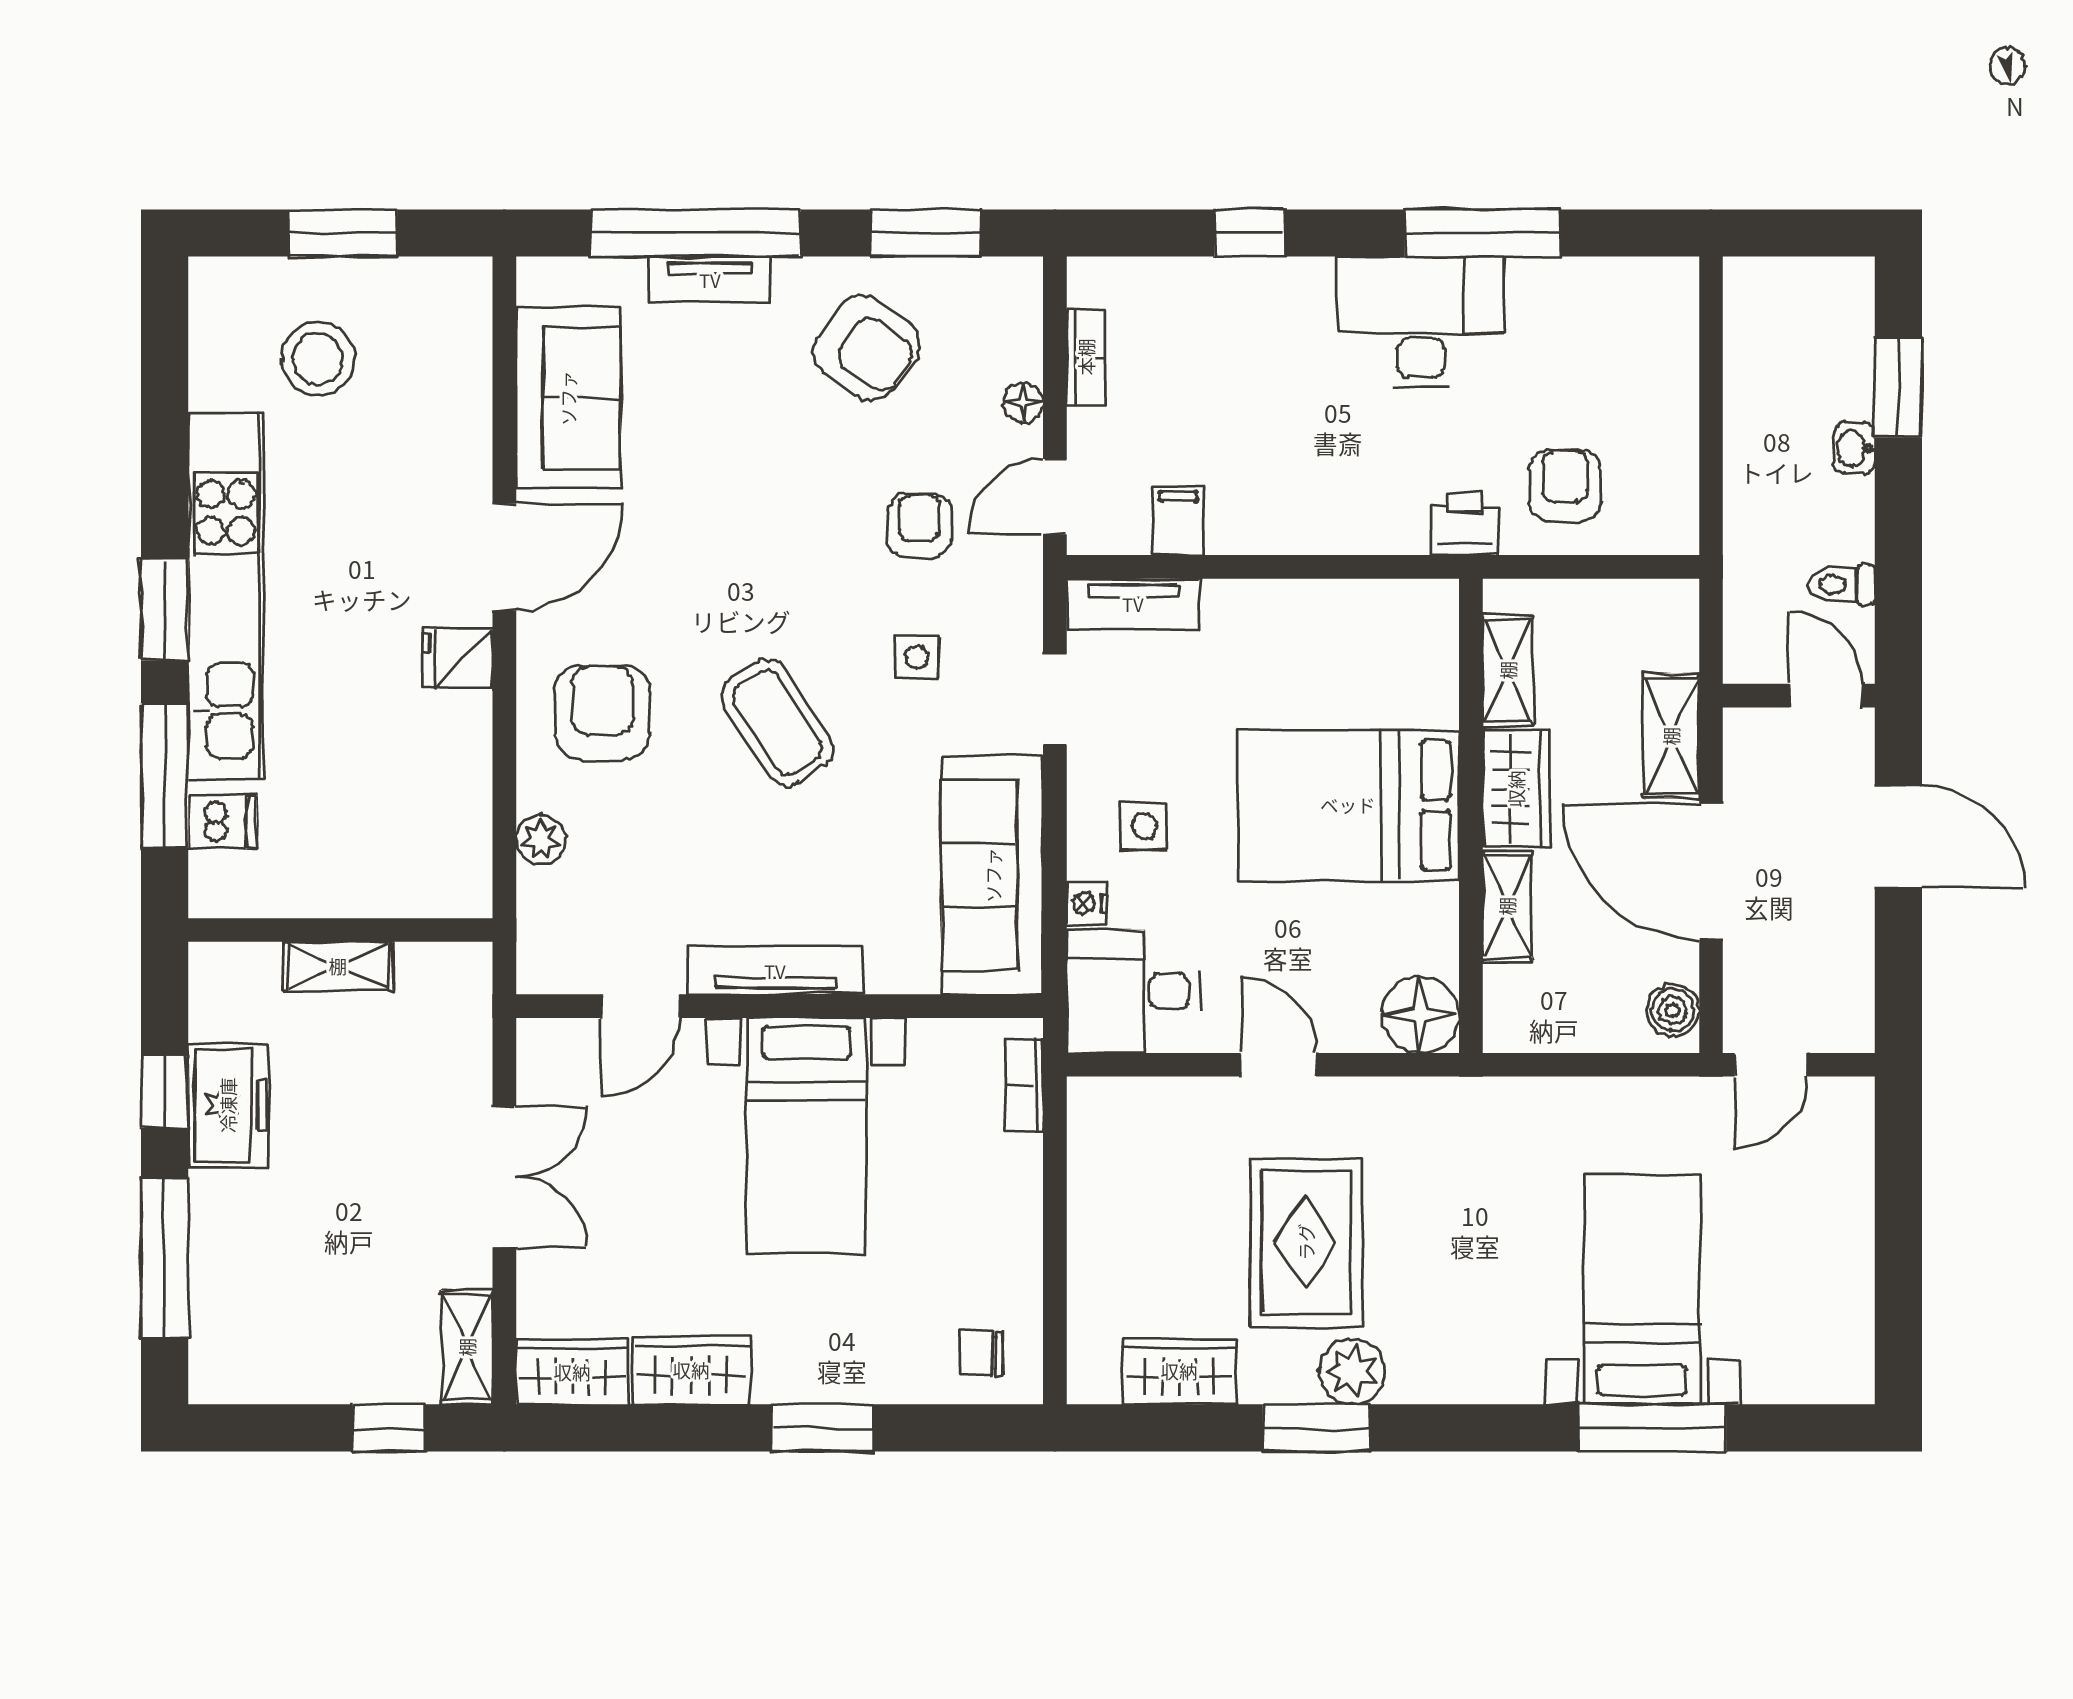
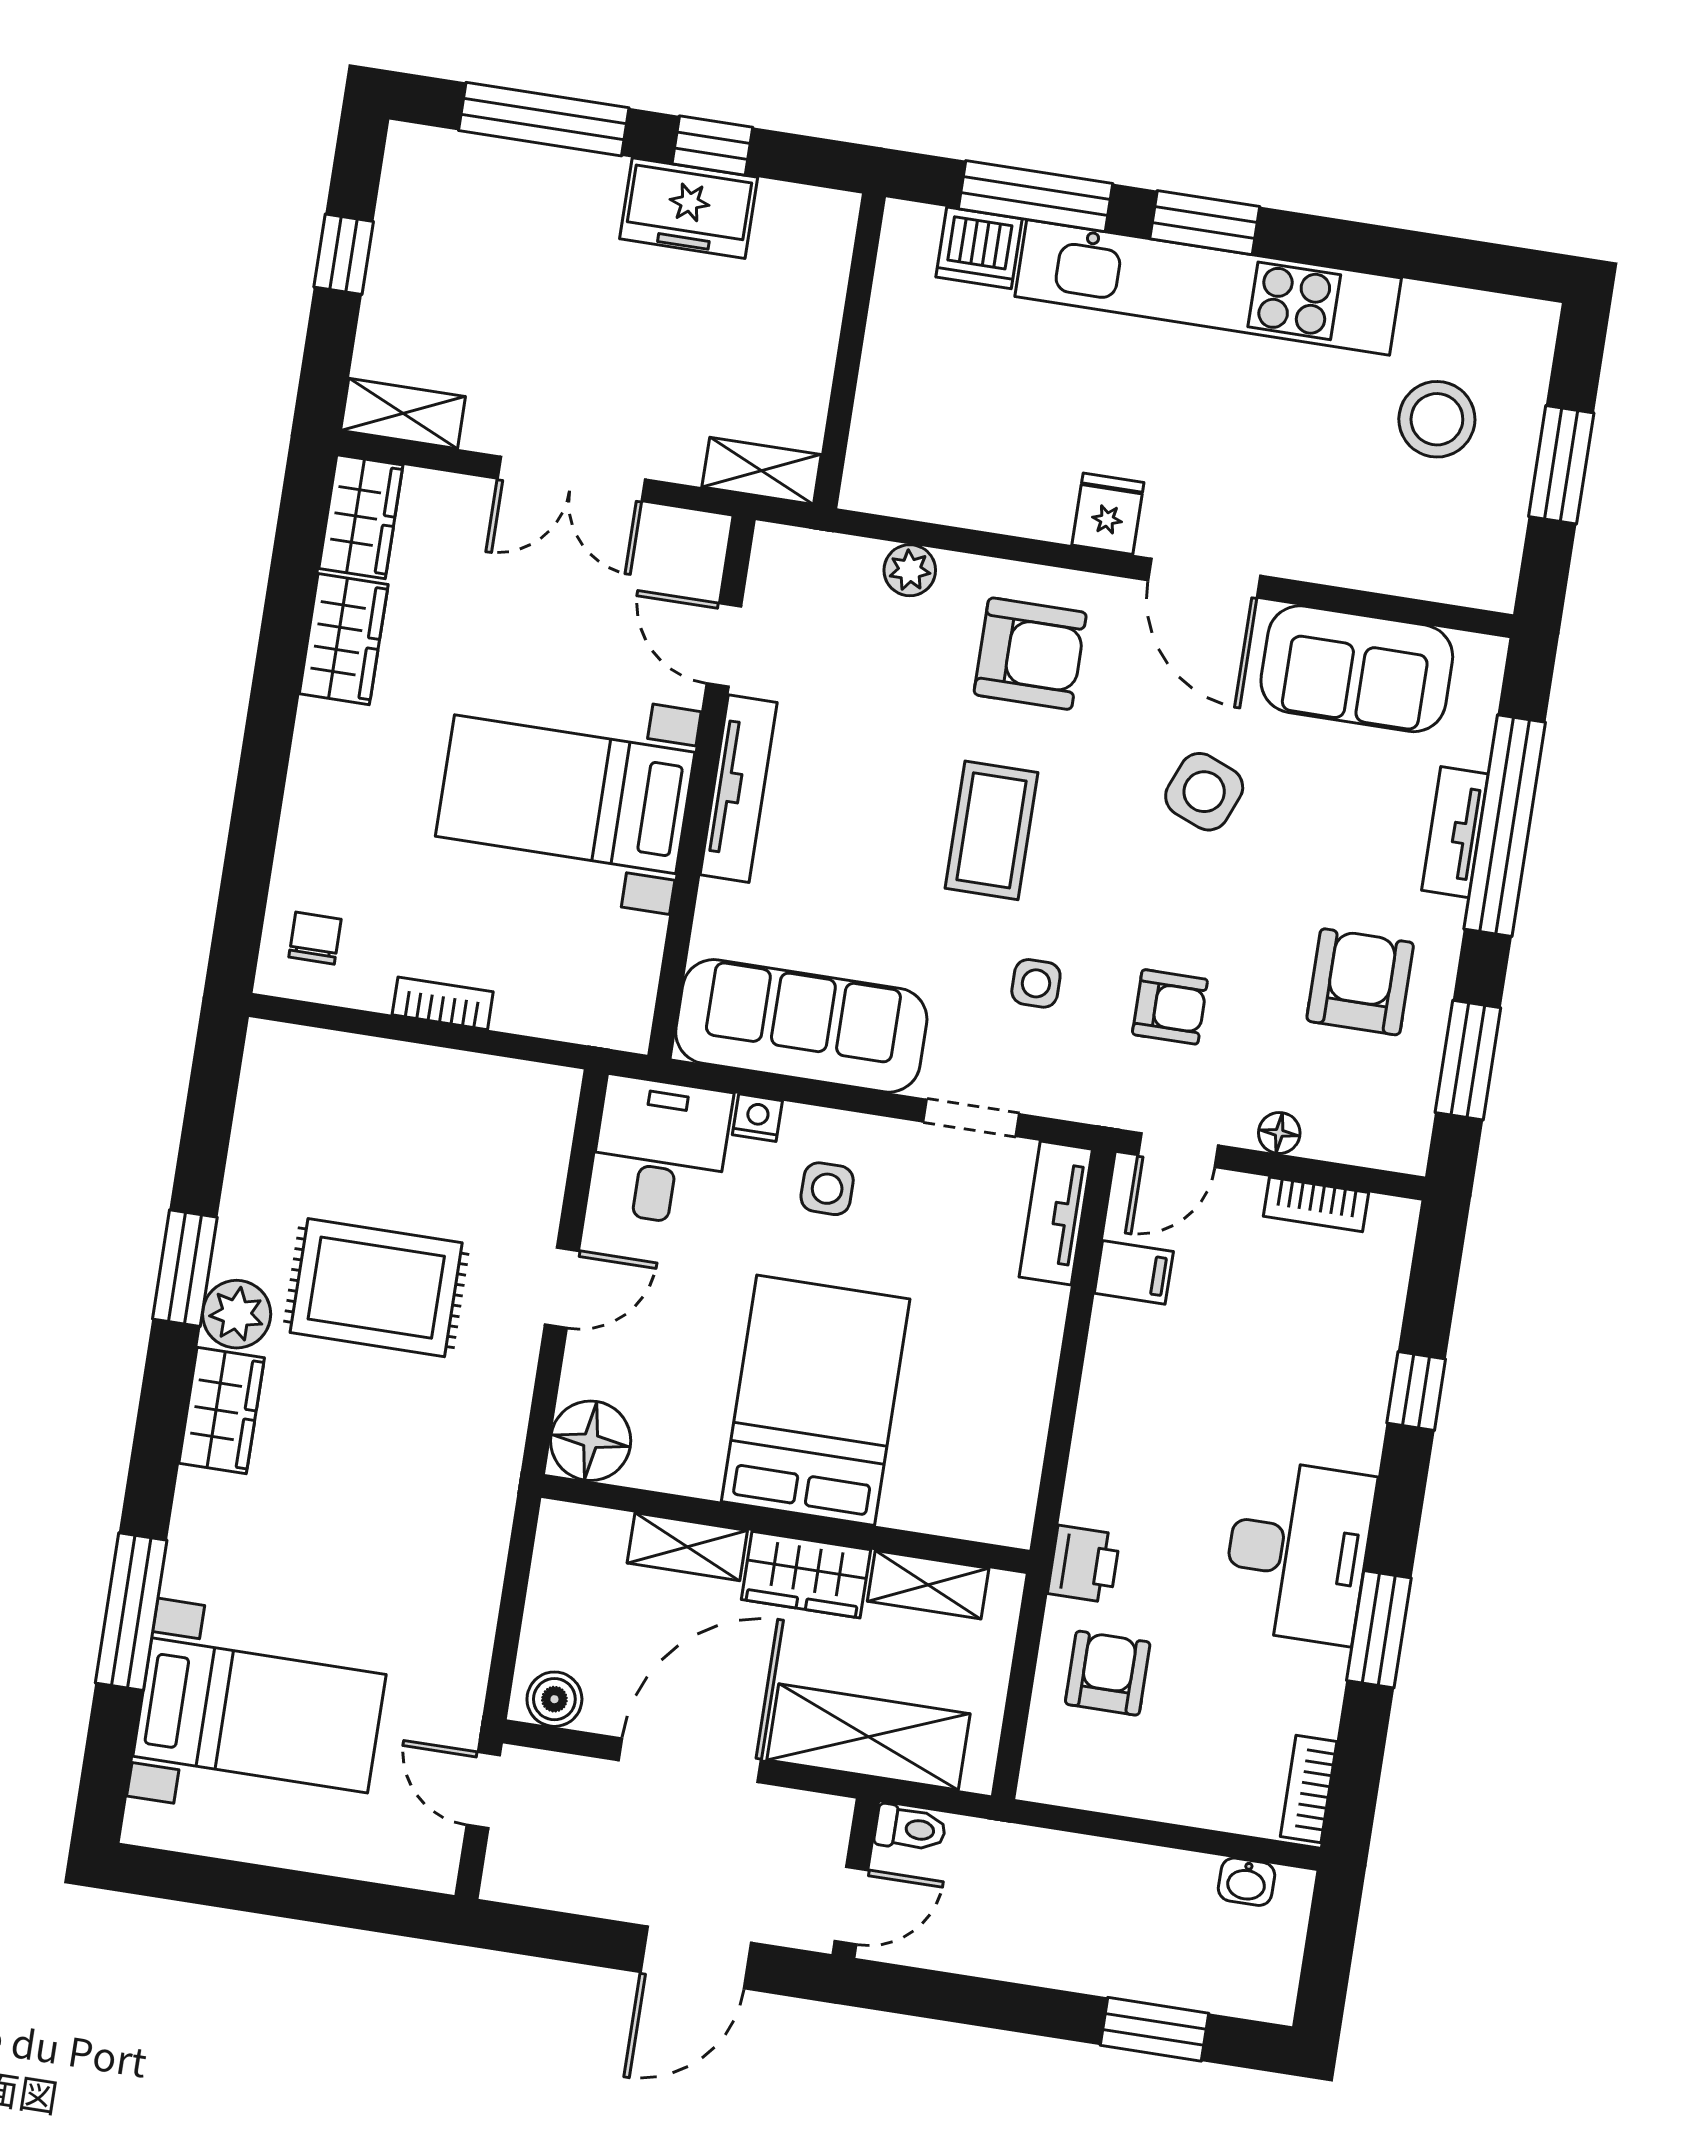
window: (1483, 233) -> (1379, 1629), width x0.69
bookcase: (1646, 276) -> (1309, 1789), added
armchair: (867, 348) -> (1360, 982), turned 144
washbasin: (1854, 449) -> (1247, 1882), moved, turned 180
armchair: (1565, 486) -> (1108, 1673), turned -90
door: (1055, 497) -> (1178, 1150), swing flipped
side table: (708, 525) -> (1204, 792), added
toilet: (1842, 585) -> (910, 1828), moved, turned 90
coffee table: (777, 723) -> (992, 830), turned -57
shelving: (1671, 736) -> (869, 1737), width x1.50, depth x1.33
dishwasher: (222, 822) -> (979, 248), width x1.38
shelving: (338, 966) -> (762, 471), moved, turned 90
bookcase: (1025, 1085) -> (443, 1003), moved
bed with nightstands: (1642, 1290) -> (259, 1715), moved
wardrobe: (1179, 1371) -> (222, 1410), moved
window: (389, 1428) -> (344, 254), moved
window: (823, 1428) -> (264, 764), removed

